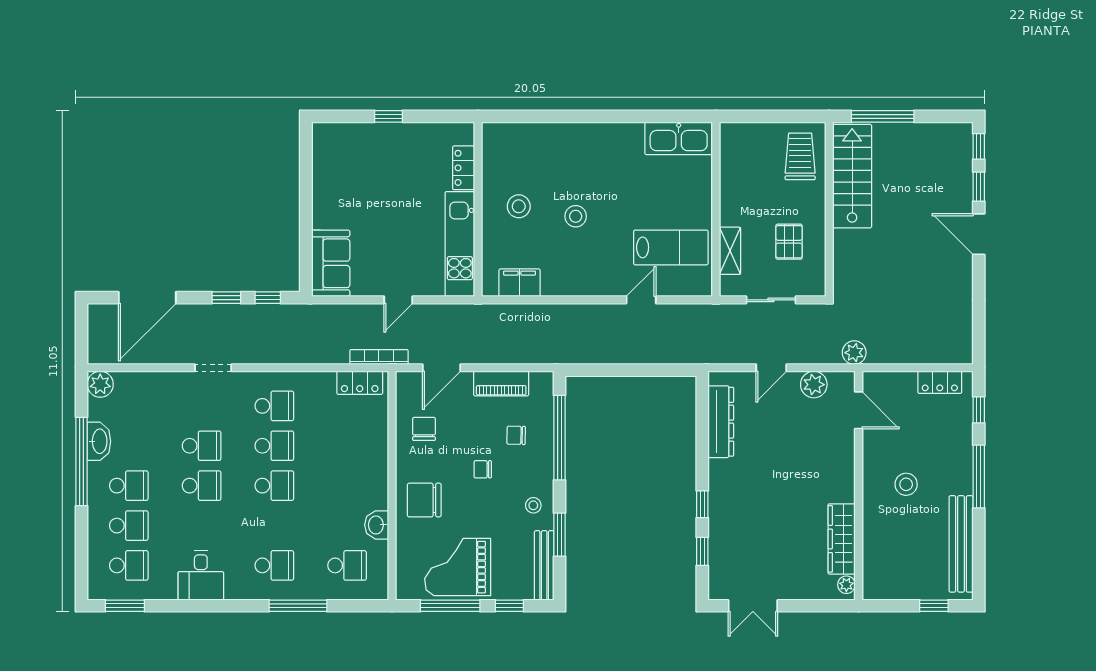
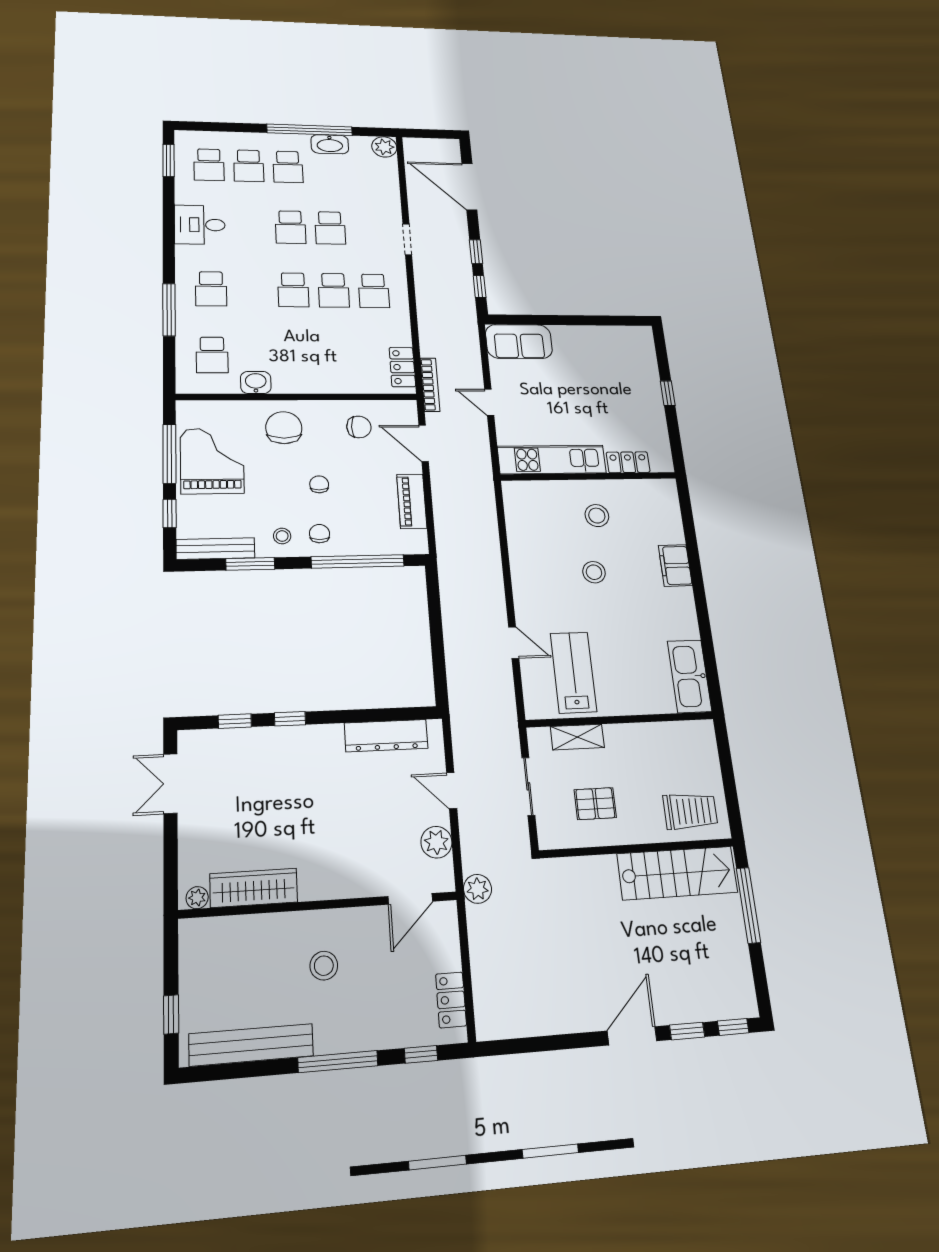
lab bench: (671, 247) -> (573, 672), turned 180
filing cabinet: (520, 283) -> (675, 565), moved, turned 180
chair: (516, 435) -> (320, 534), moved

